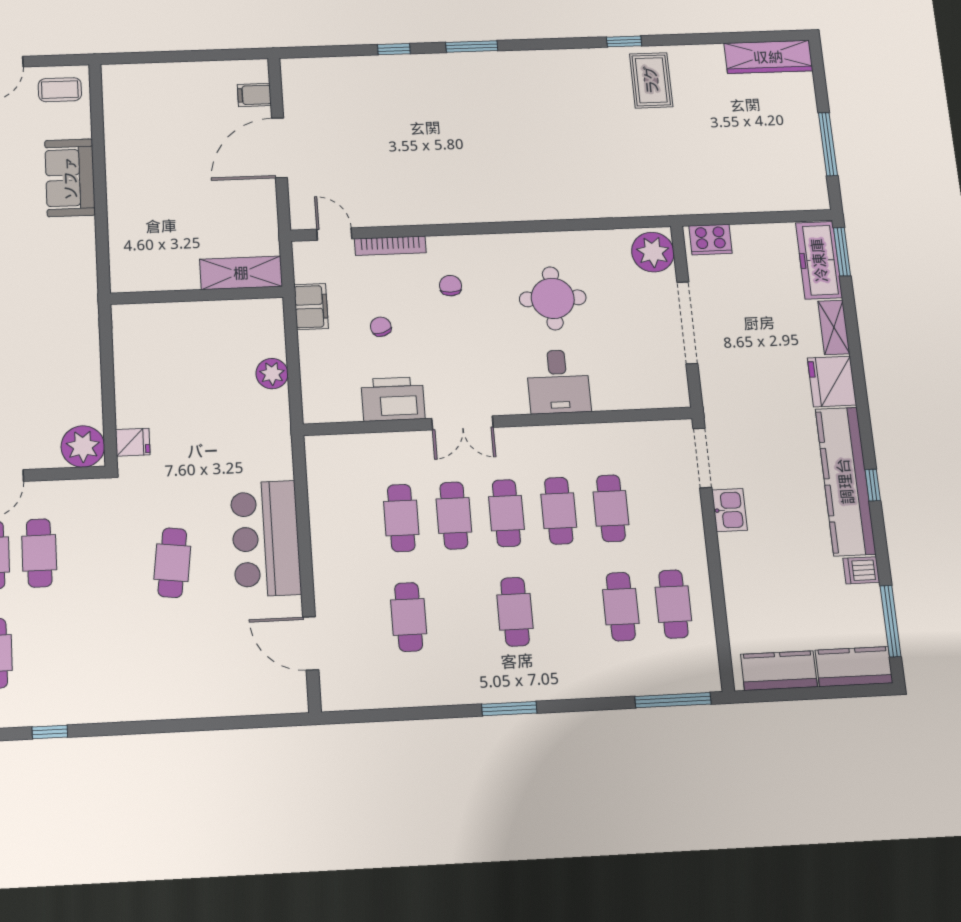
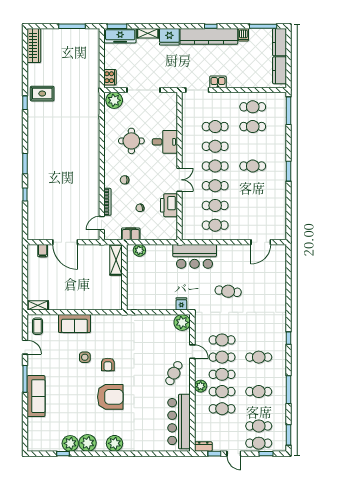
shelving: (114, 89) -> (38, 305), added
plant: (272, 374) -> (139, 250), moved
bar counter: (266, 539) -> (195, 256), moved
cafe table: (409, 617) -> (215, 225), moved

